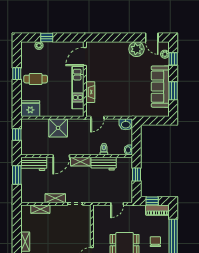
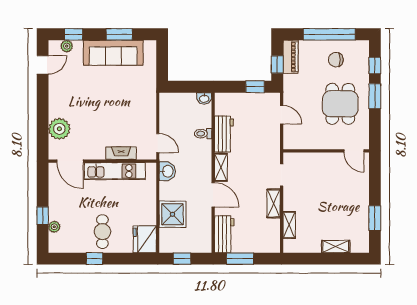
plant: (136, 49) -> (59, 129), moved
washbasin: (126, 124) -> (167, 171), moved
shower: (58, 128) -> (173, 214), moved
window: (137, 175) -> (255, 87), moved

